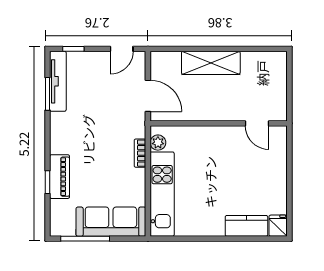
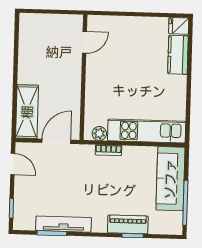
shelving: (211, 63) -> (27, 112), moved
tv unit: (58, 81) -> (64, 224), moved

